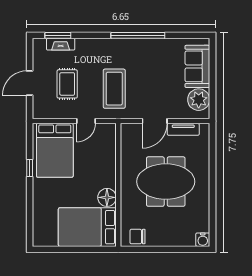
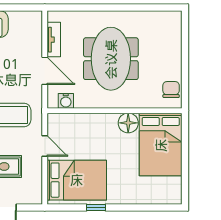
plant: (199, 100) -> (21, 23), removed
chair: (138, 237) -> (171, 90), turned 180
water cooler: (203, 240) -> (66, 101), moved, turned 90

